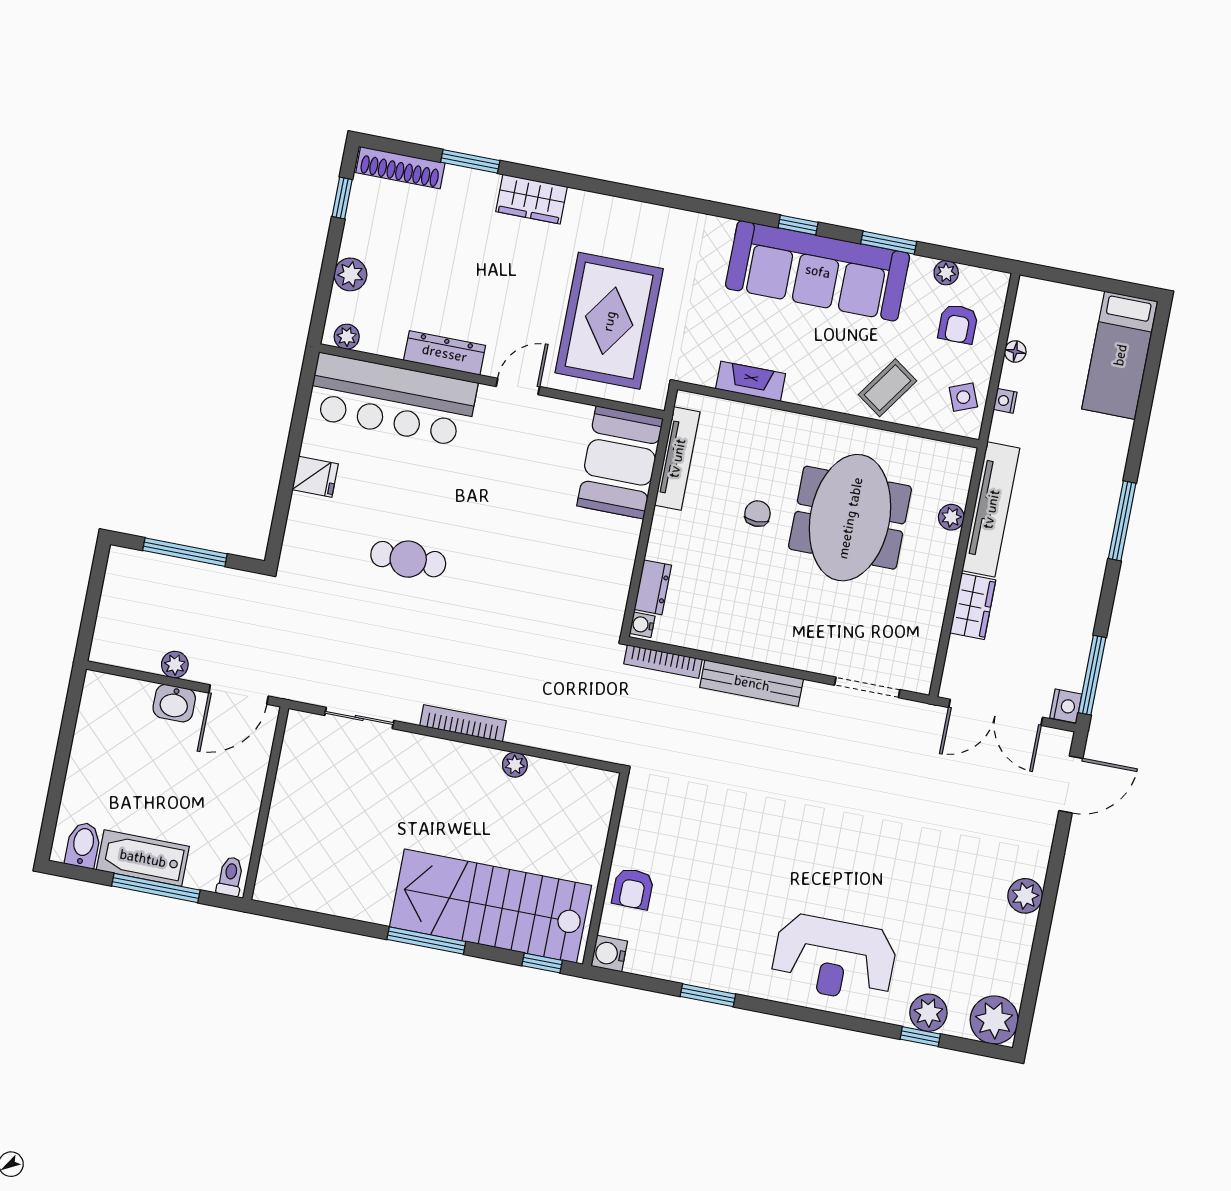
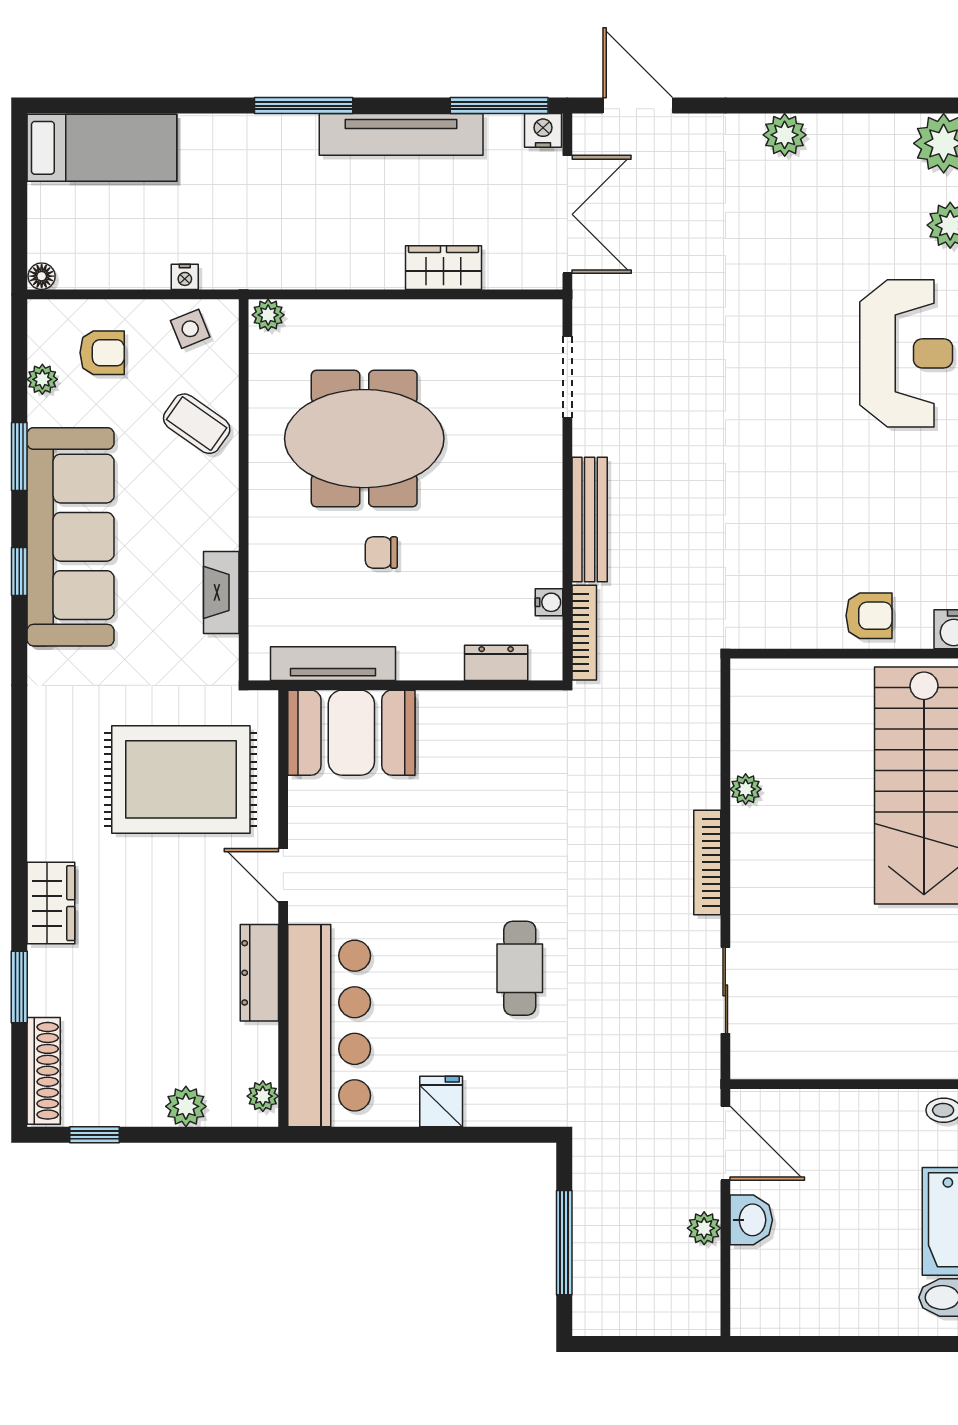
floor lamp: (1015, 352) -> (42, 276), moved
tv unit: (991, 509) -> (401, 134), moved, turned 180
plant: (951, 517) -> (268, 315), moved
water cooler: (642, 625) -> (549, 602), moved, turned -90

